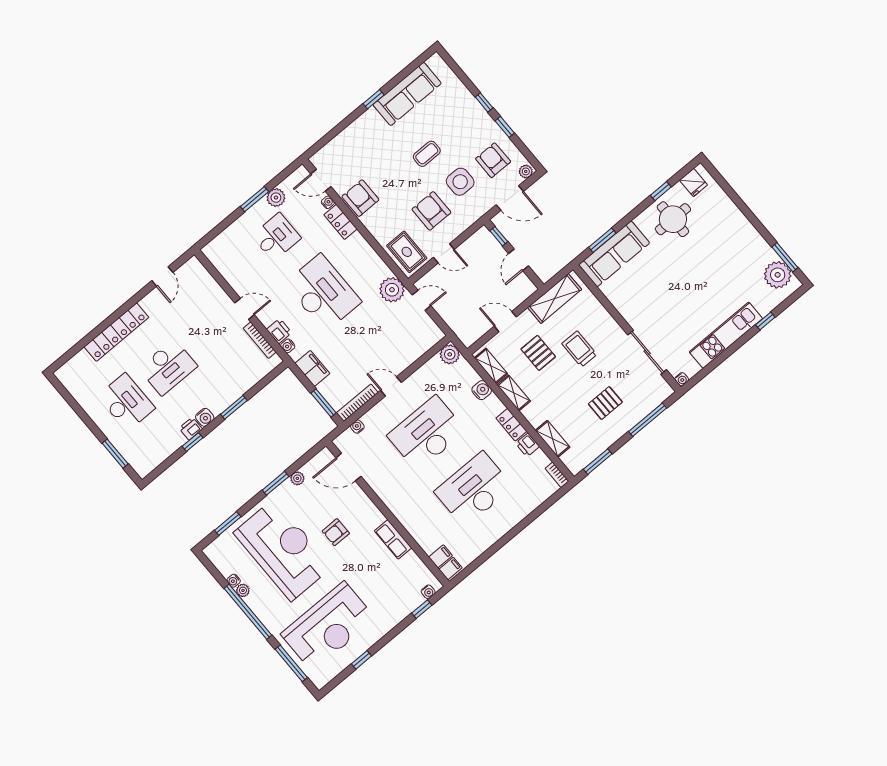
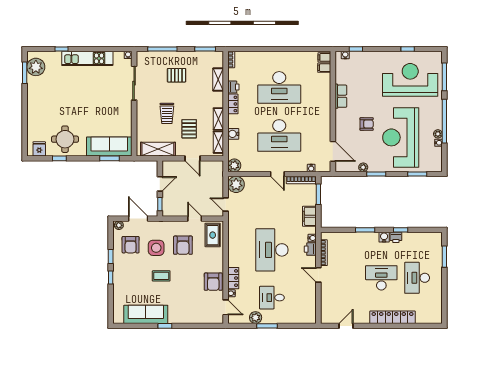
plant: (392, 290) -> (236, 184), moved

